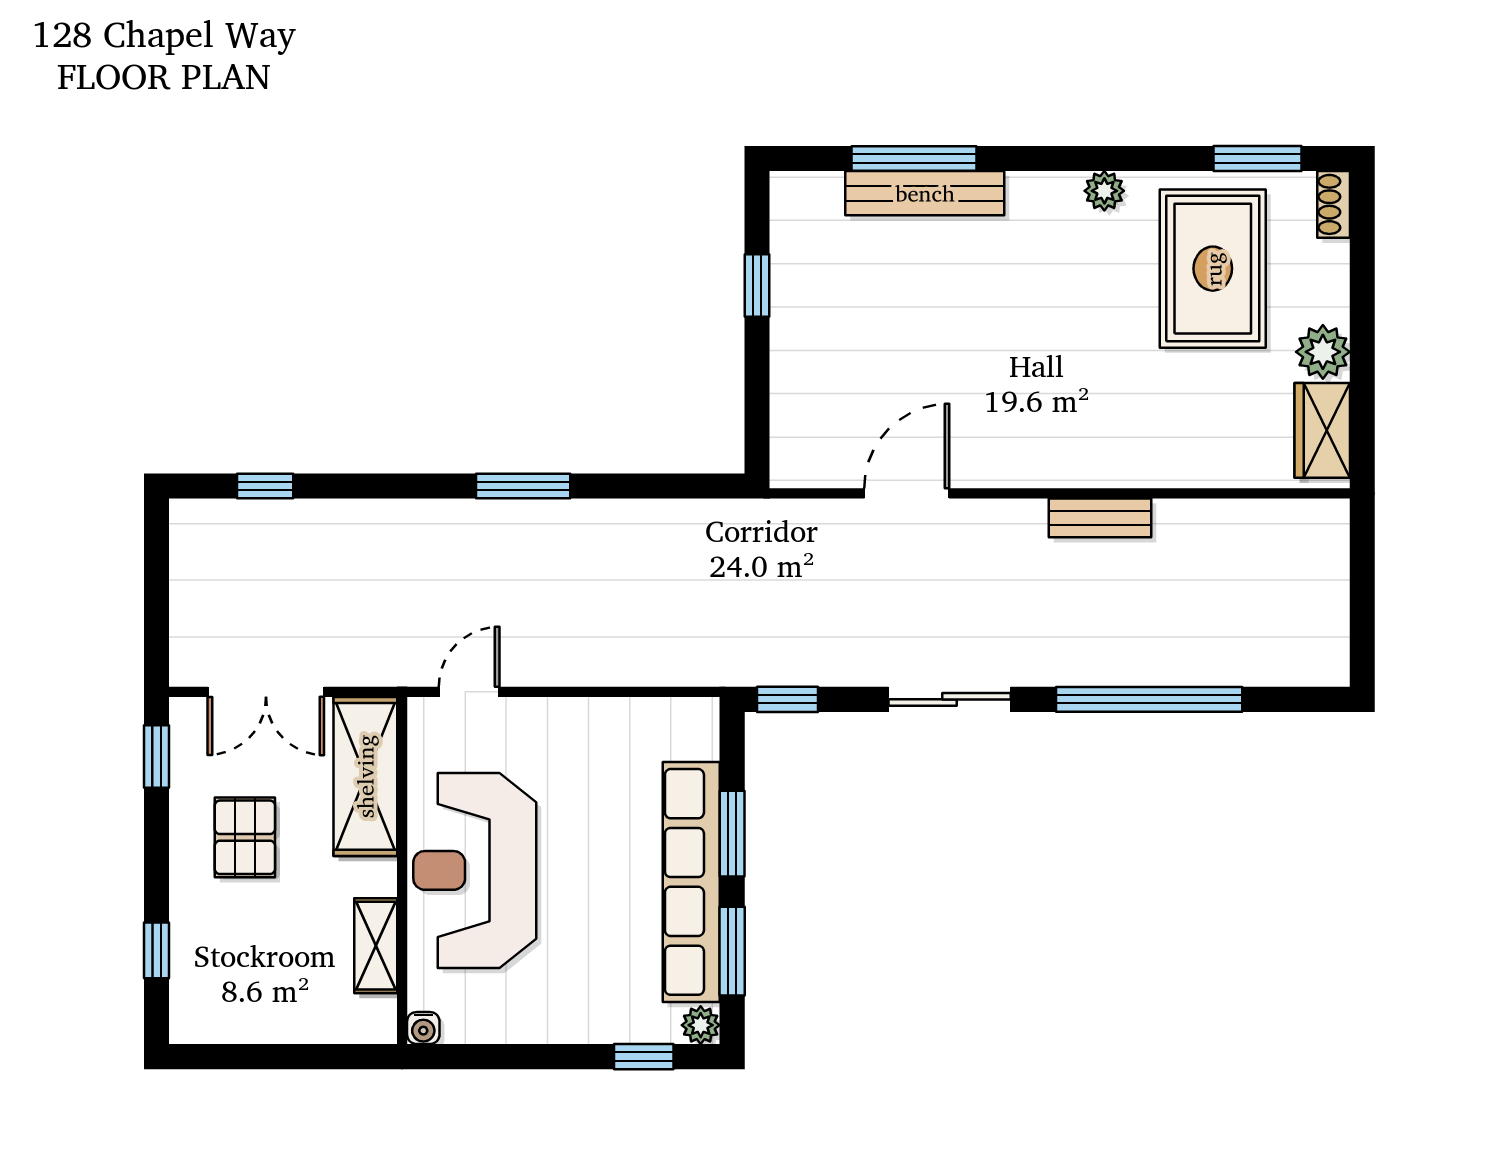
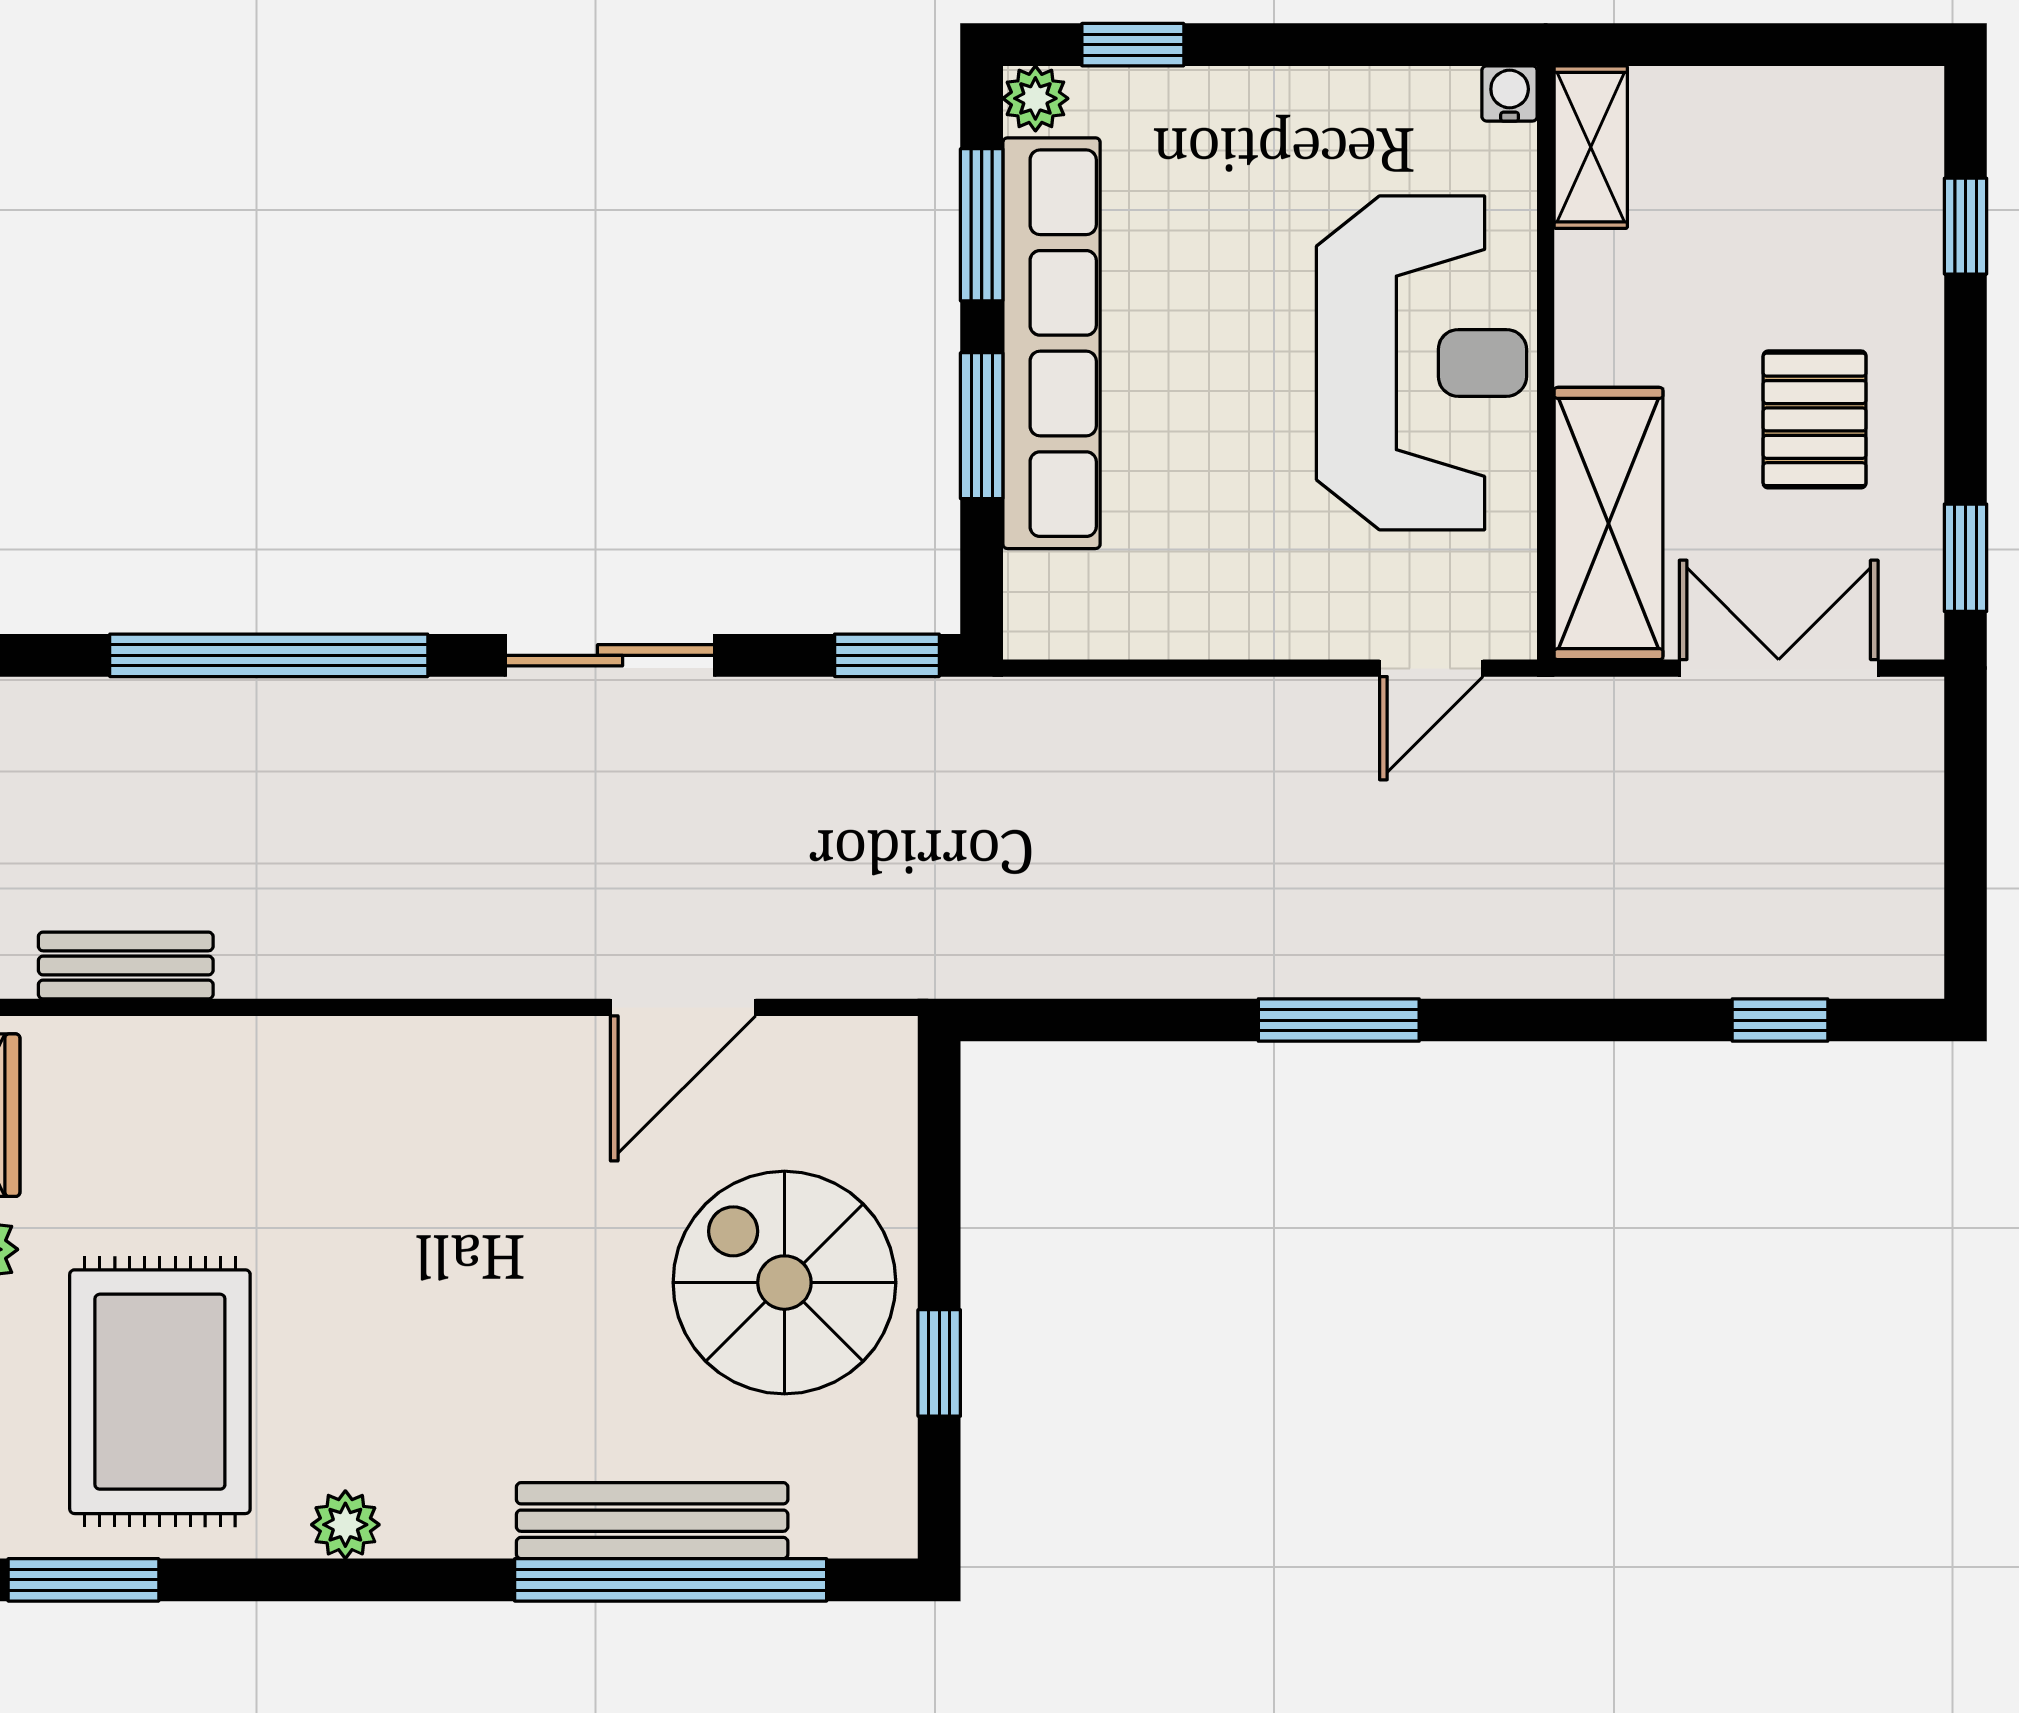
window: (914, 159) -> (671, 1580), width x1.46
spiral stairs: (847, 332) -> (784, 1283), added
bench: (1100, 518) -> (126, 965), moved
shelving: (376, 946) -> (1591, 147), moved

